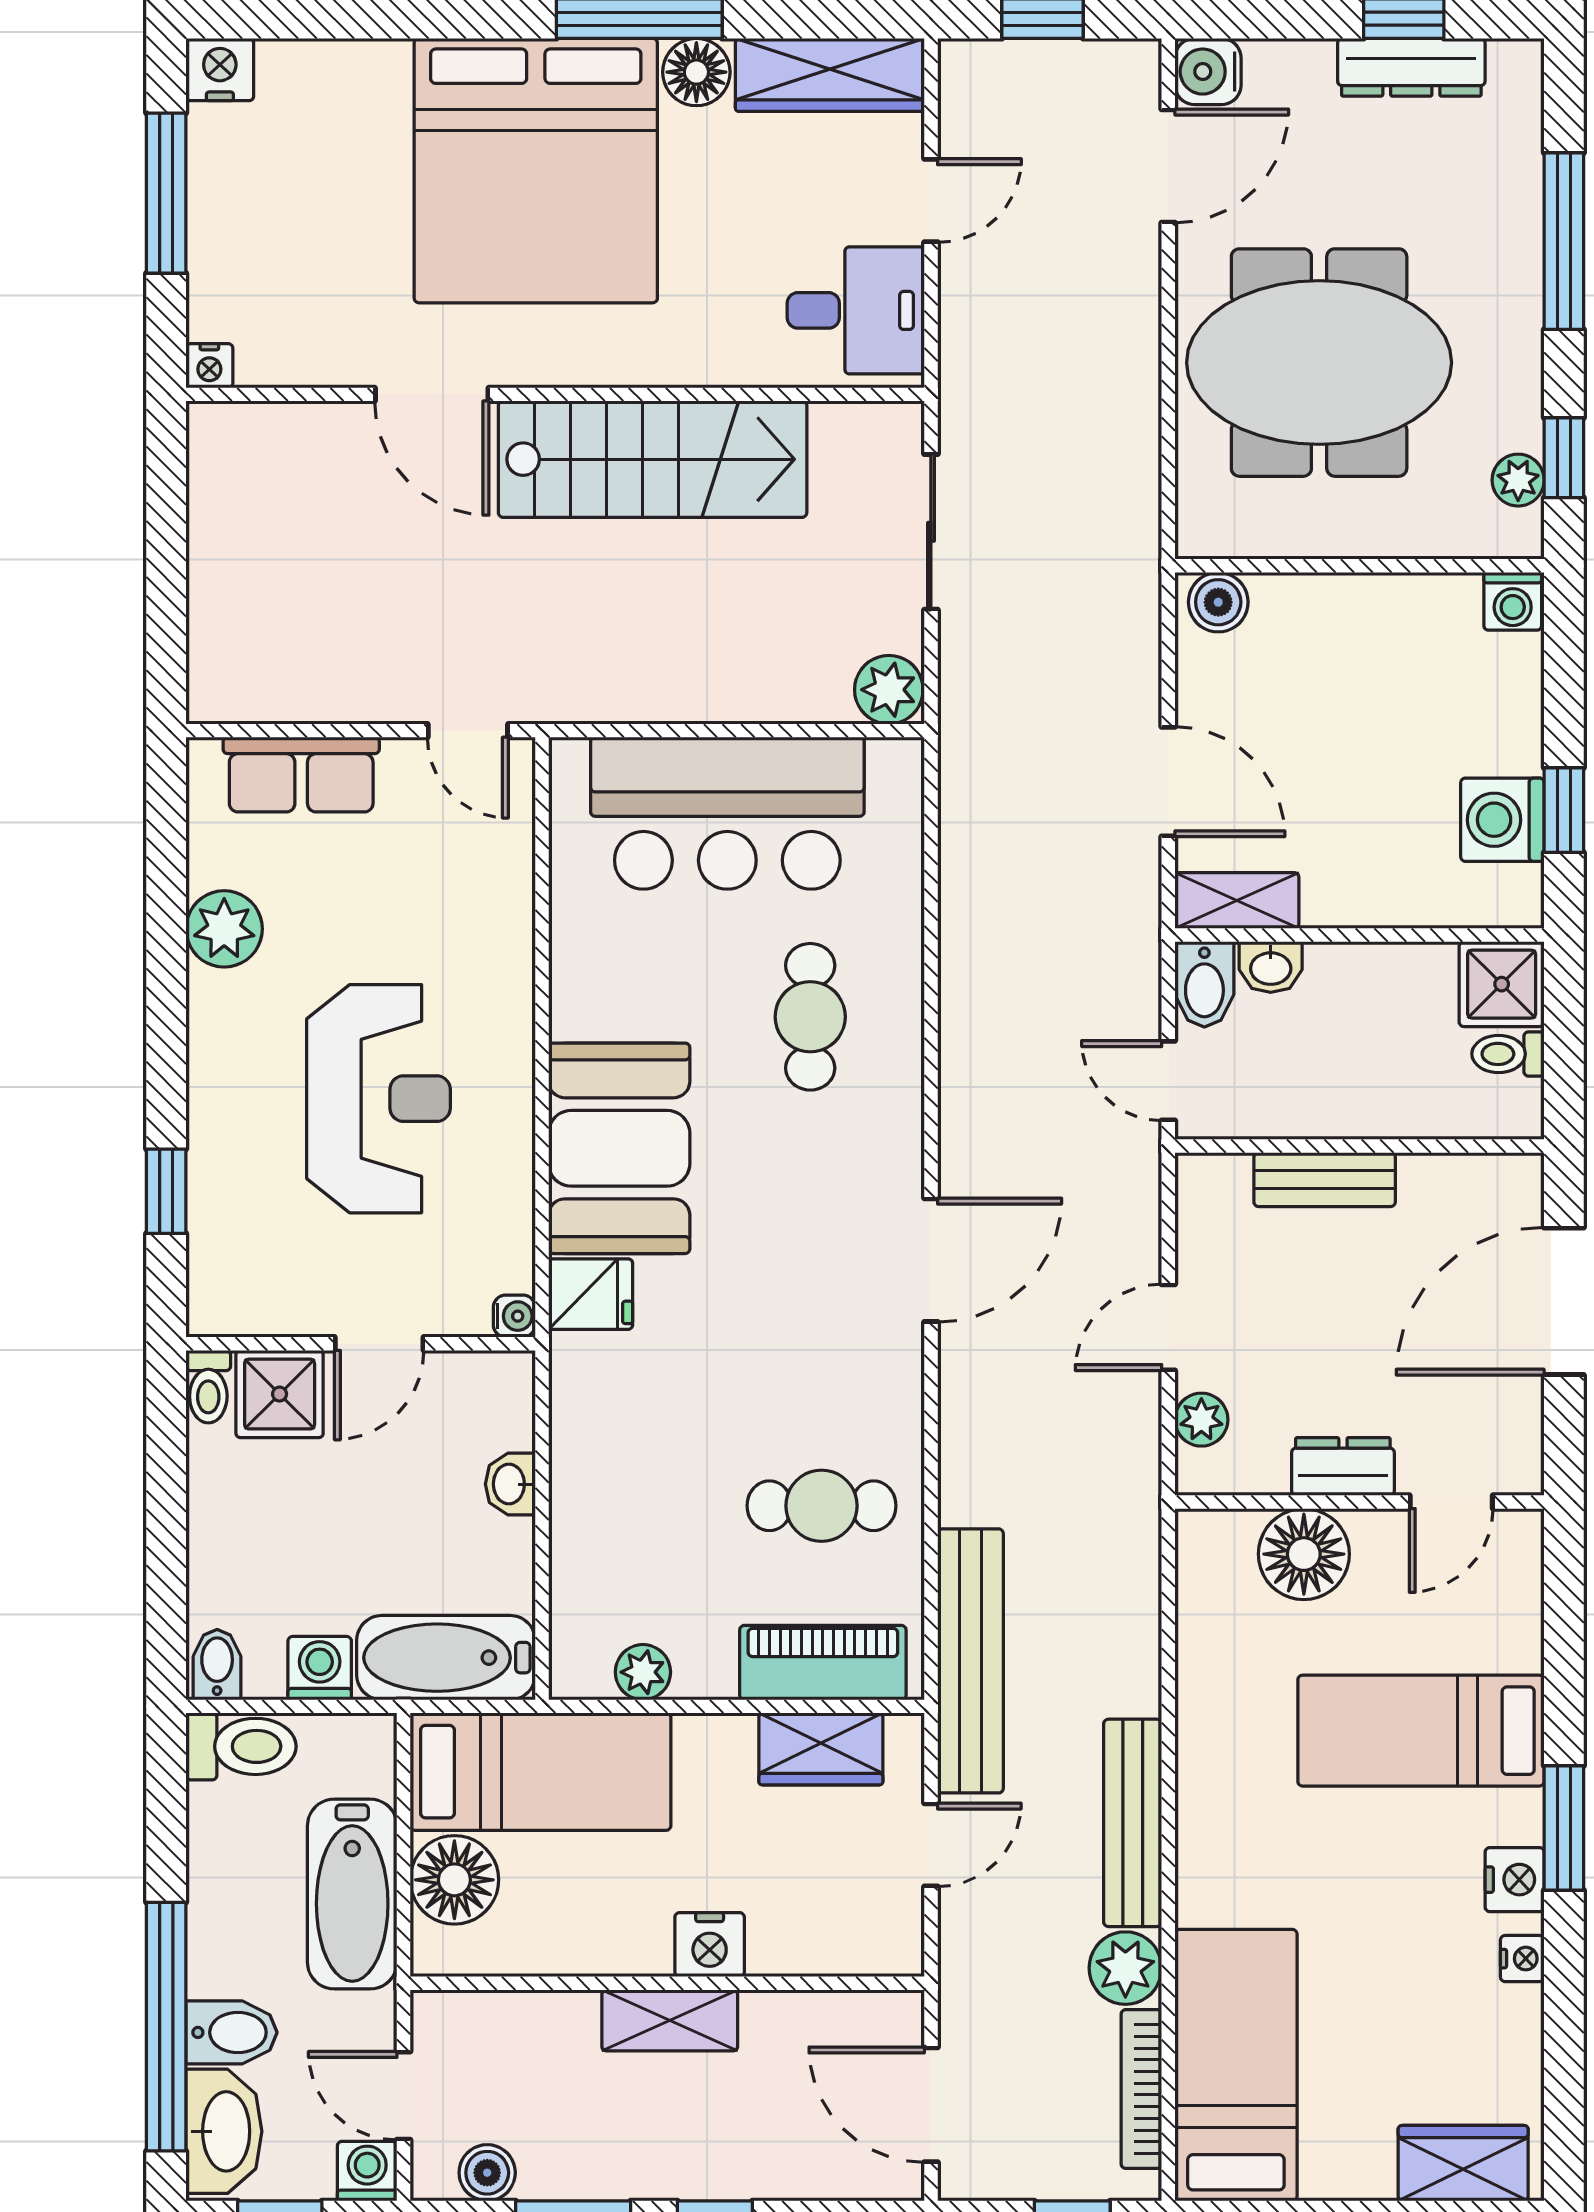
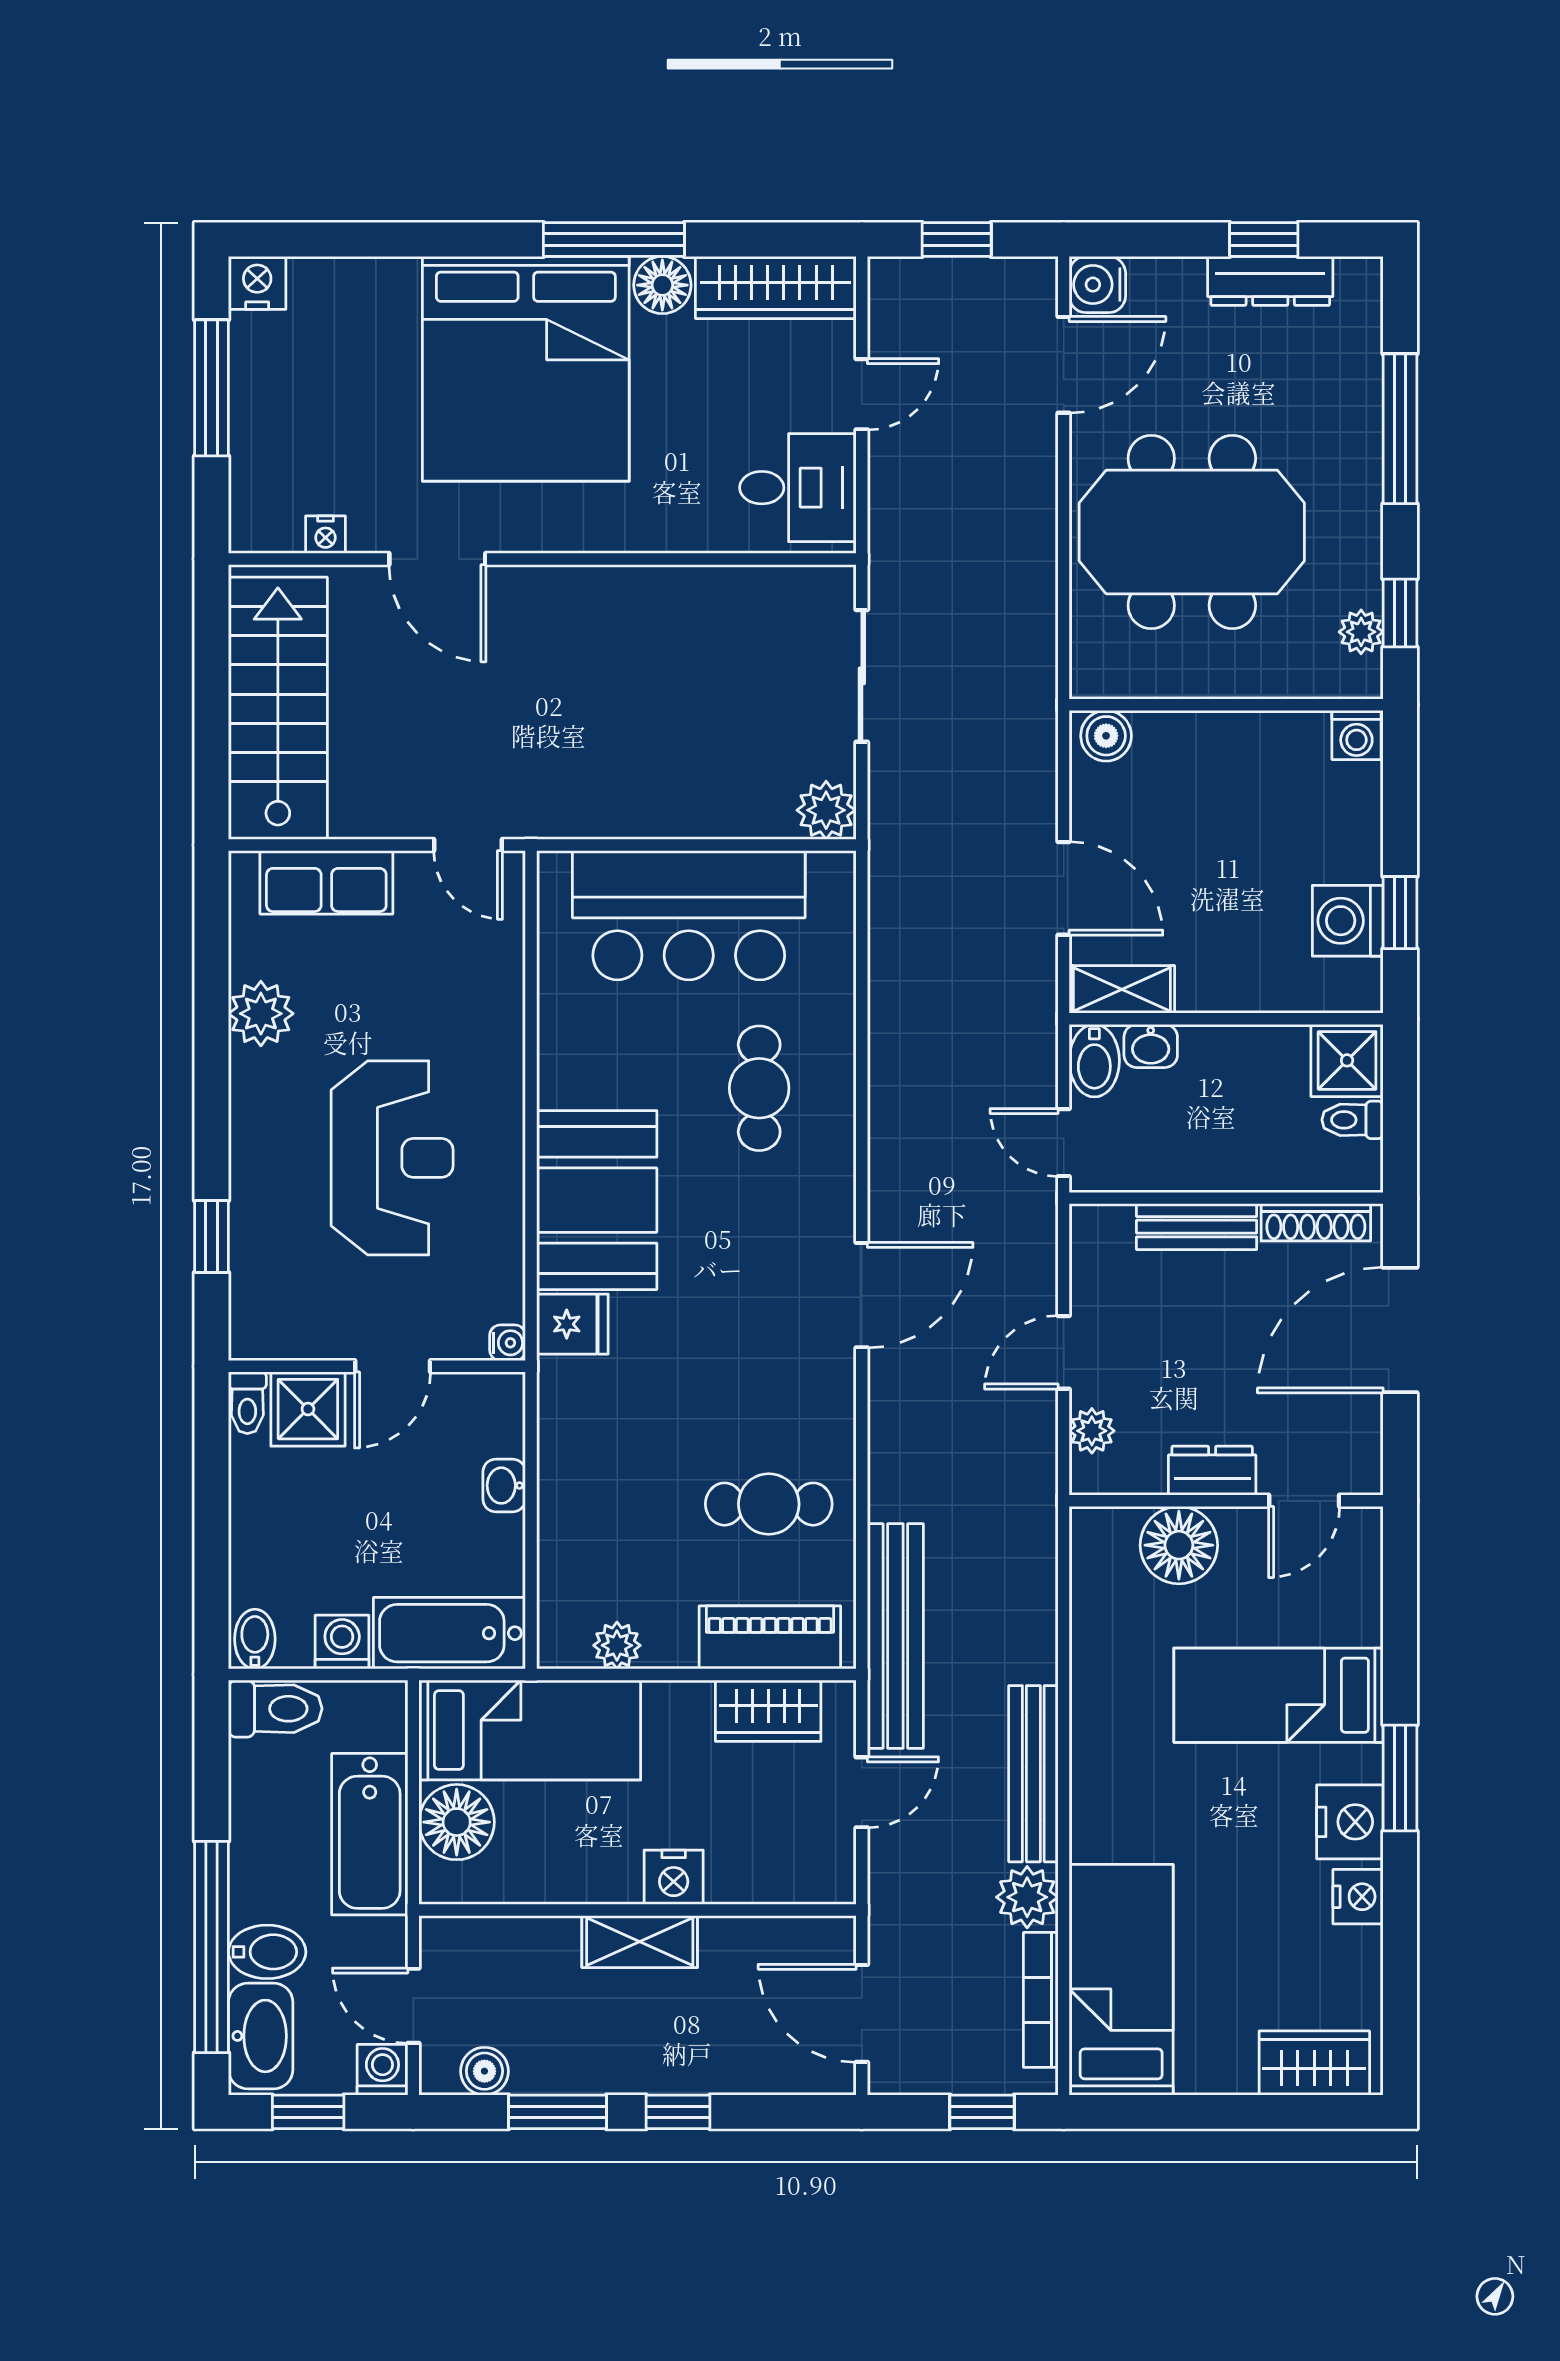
nightstand: (209, 366) -> (325, 535), moved
stairs: (653, 459) -> (278, 708), moved, turned -90
shoe rack: (1465, 1174) -> (1316, 1222), added
nightstand: (1515, 1880) -> (1350, 1822), width x1.36, depth x1.33
nightstand: (1522, 1959) -> (1358, 1897), width x1.39, depth x1.35

